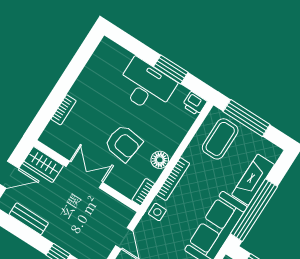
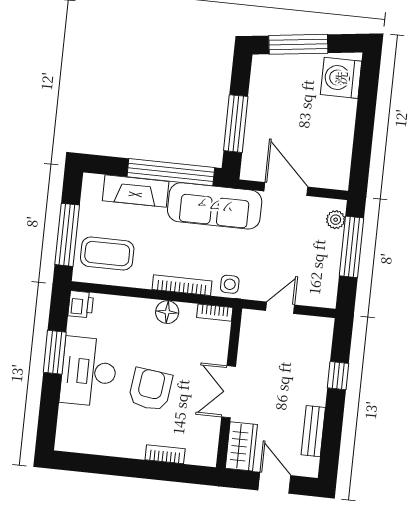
armchair: (124, 143) -> (150, 389), moved

